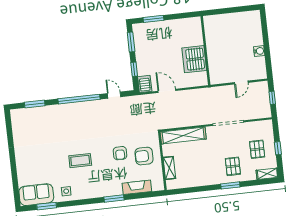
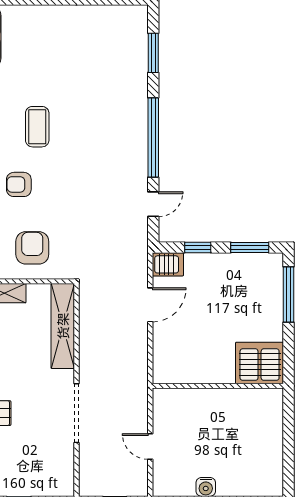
window: (153, 19) -> (289, 295), width x1.44
server rack: (194, 59) -> (260, 363), moved
pallet: (257, 149) -> (21, 462), removed
armchair: (120, 153) -> (19, 184), moved

